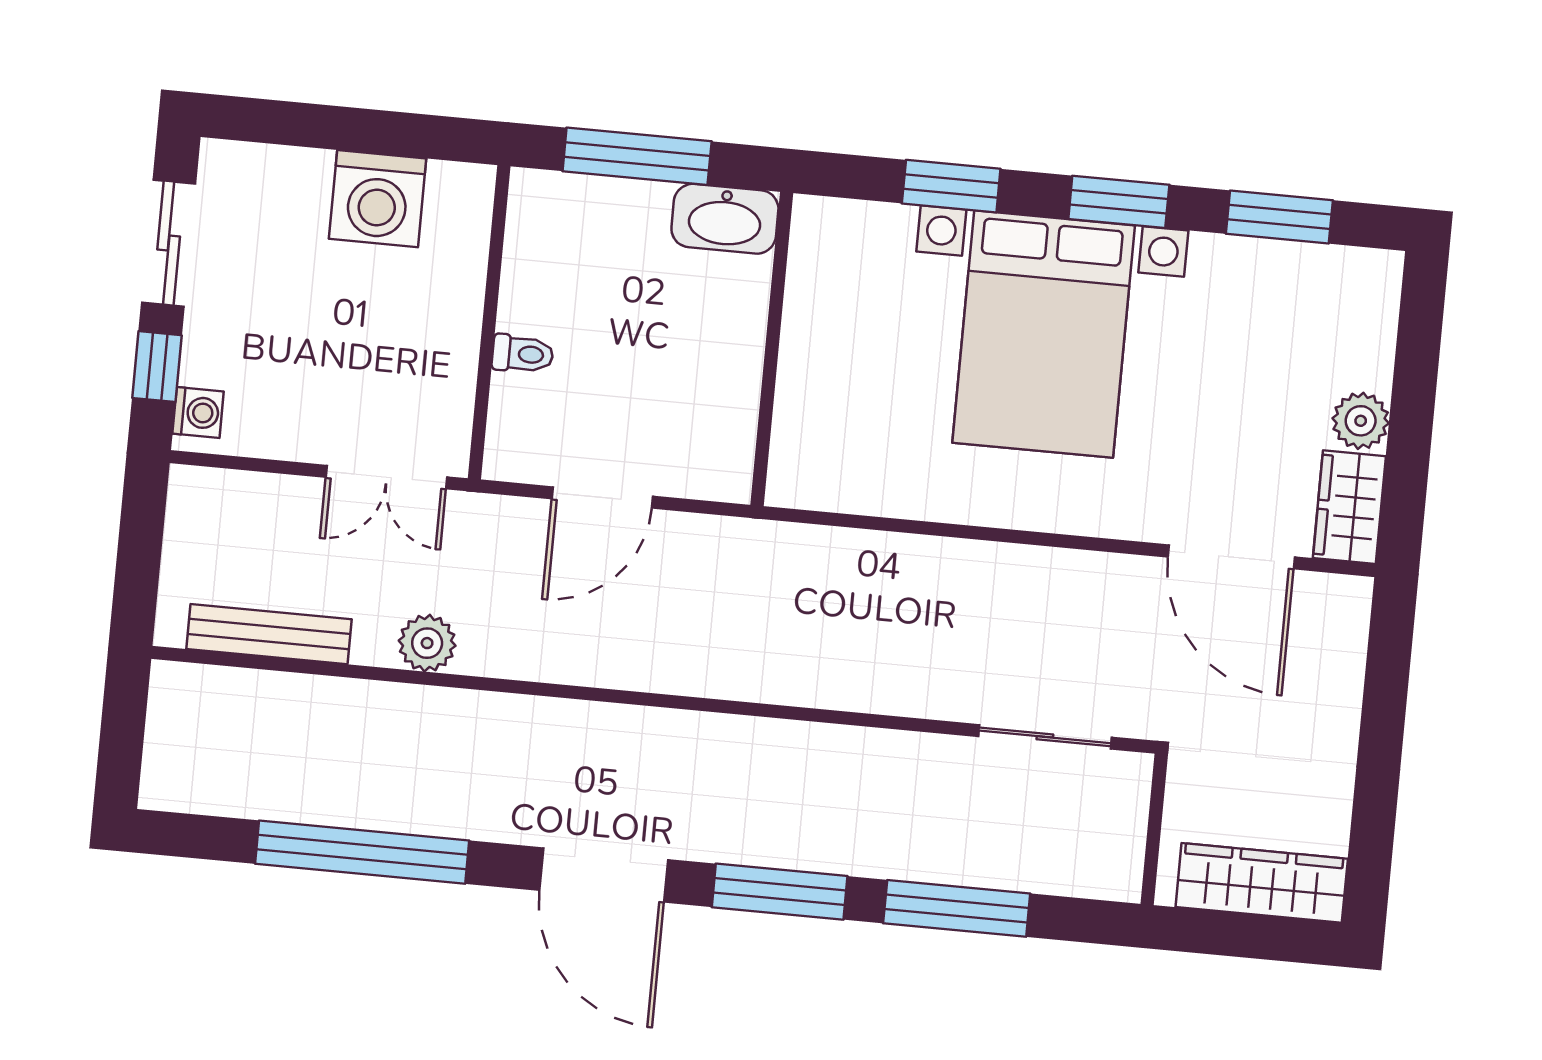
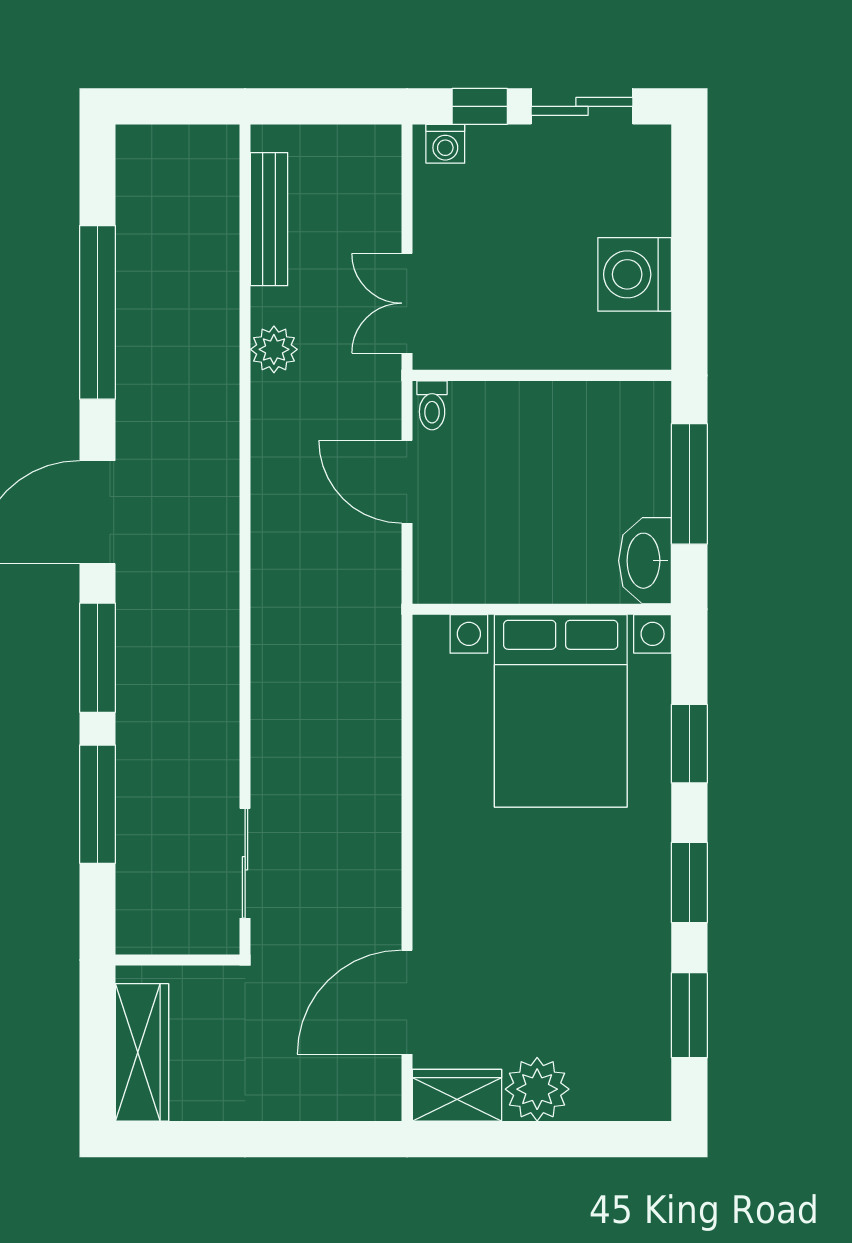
bed with nightstands: (1044, 334) -> (561, 711), moved, turned -90
toilet: (523, 354) -> (432, 405), moved
plant: (1361, 421) -> (537, 1089), width x1.36, depth x1.36

